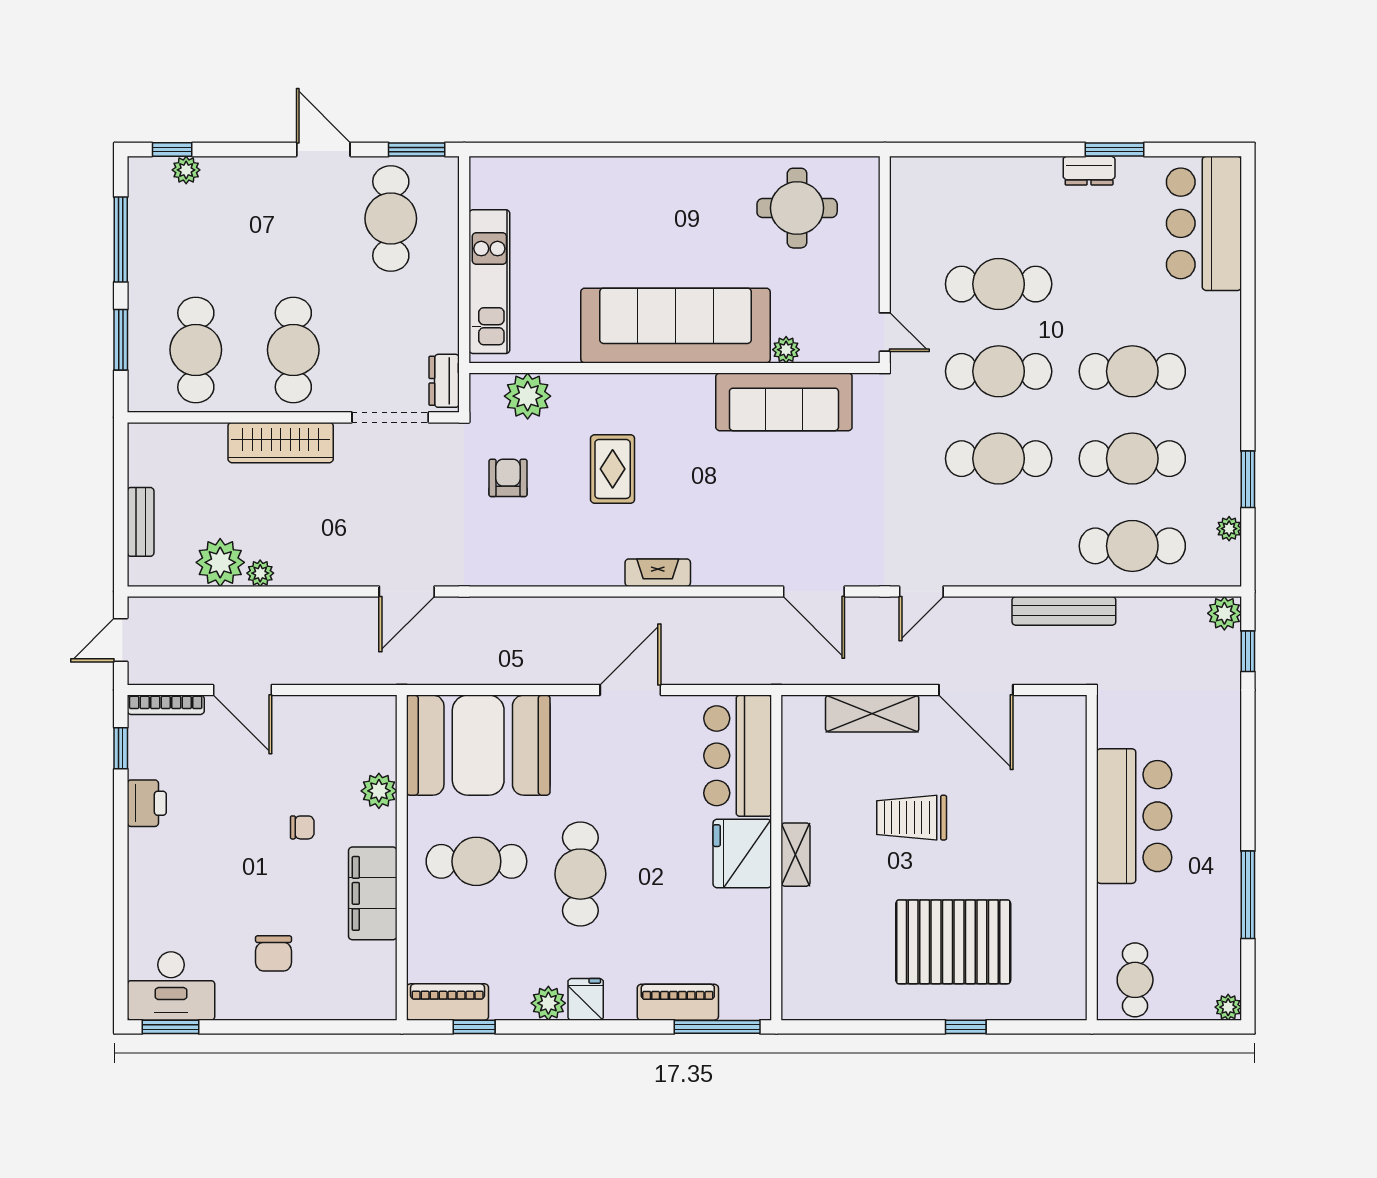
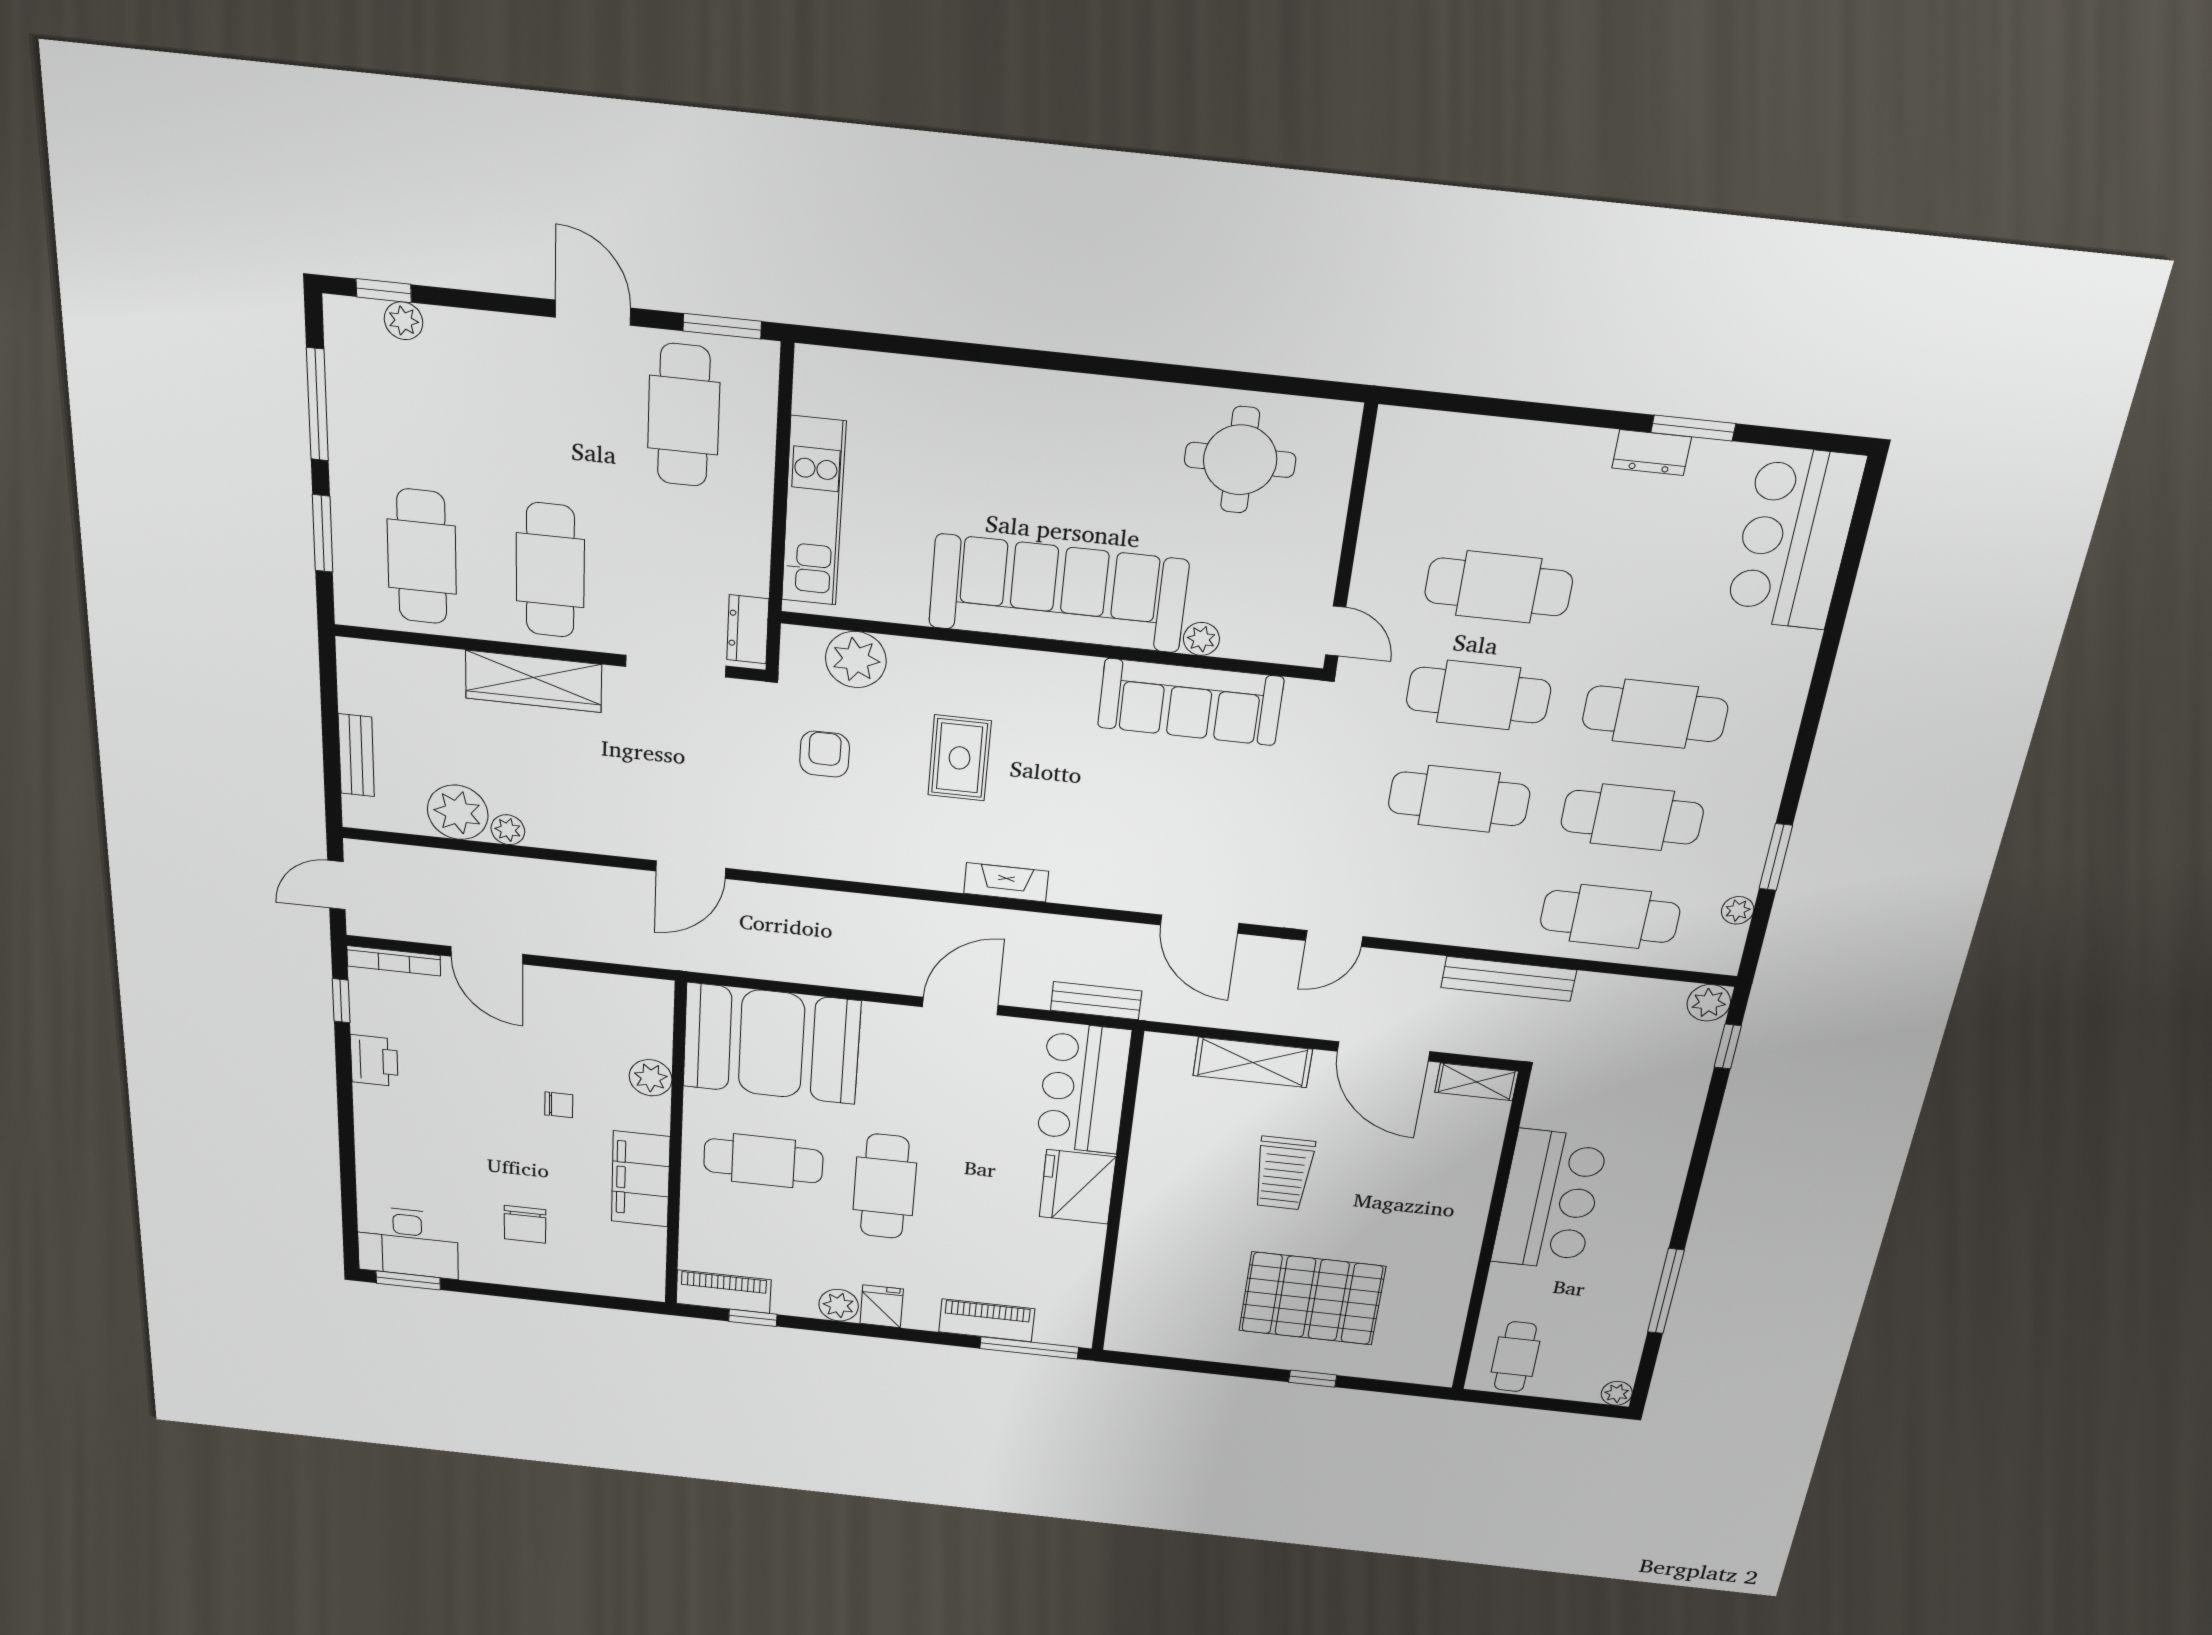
bench: (739, 671) -> (1096, 1001), added
trolley: (912, 818) -> (1283, 1173), turned -90
shelving: (796, 855) -> (1477, 1082), moved, turned 90

